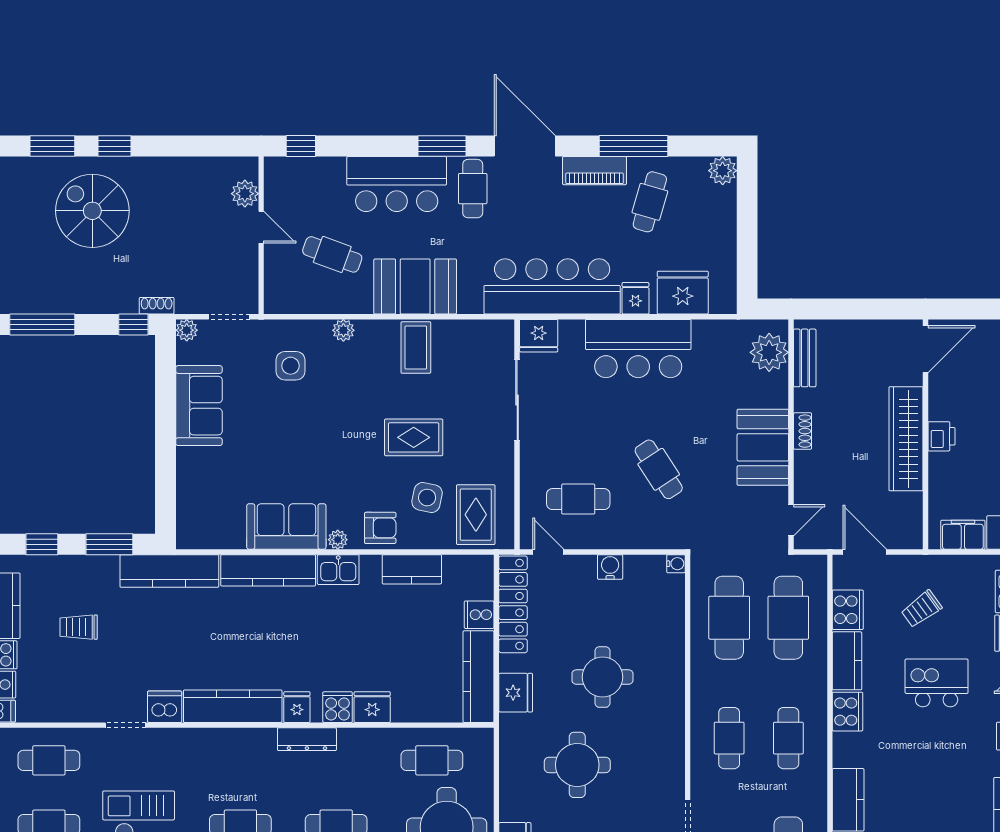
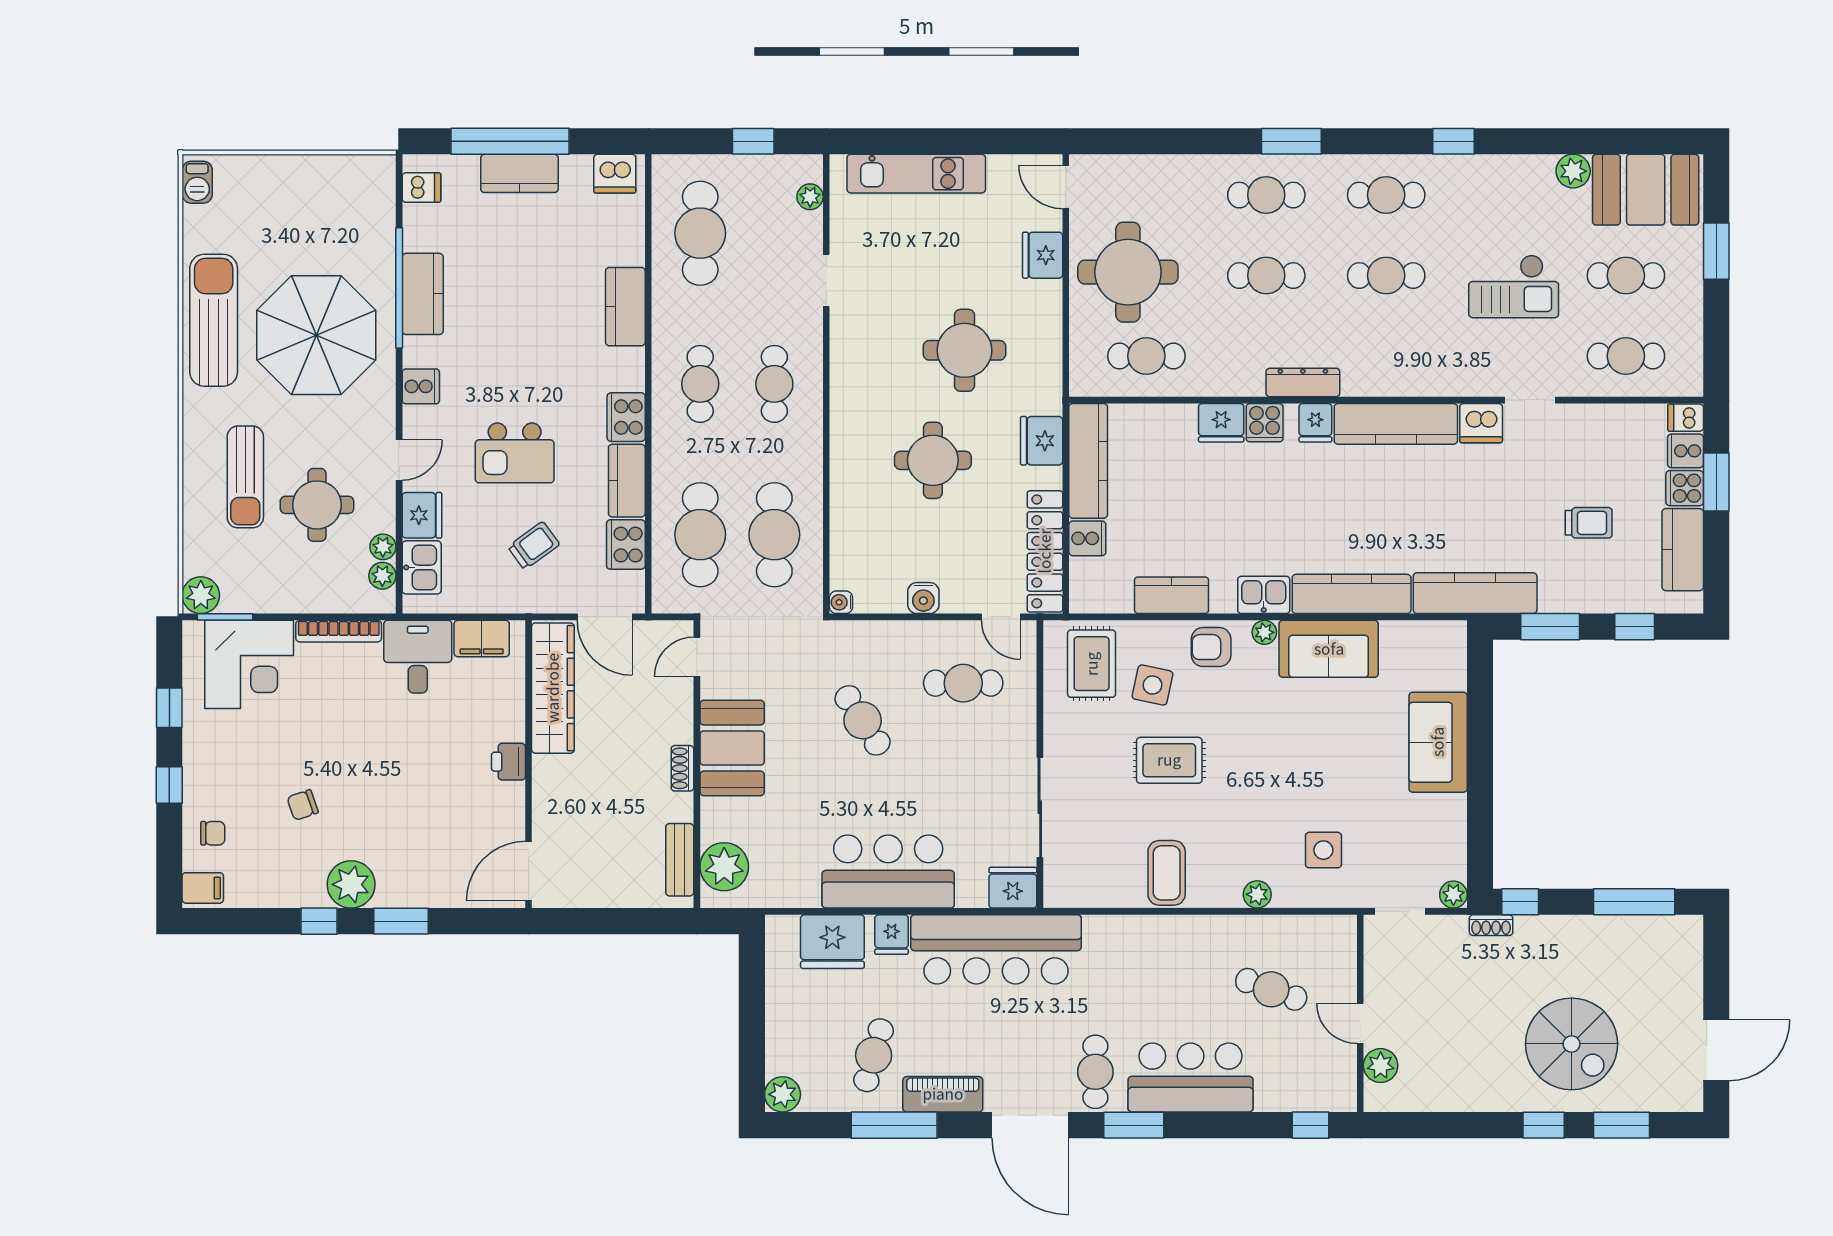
booth: (415, 286) -> (1167, 949), removed
sofa: (199, 406) -> (1438, 742), moved
wardrobe: (906, 439) -> (553, 688), moved

